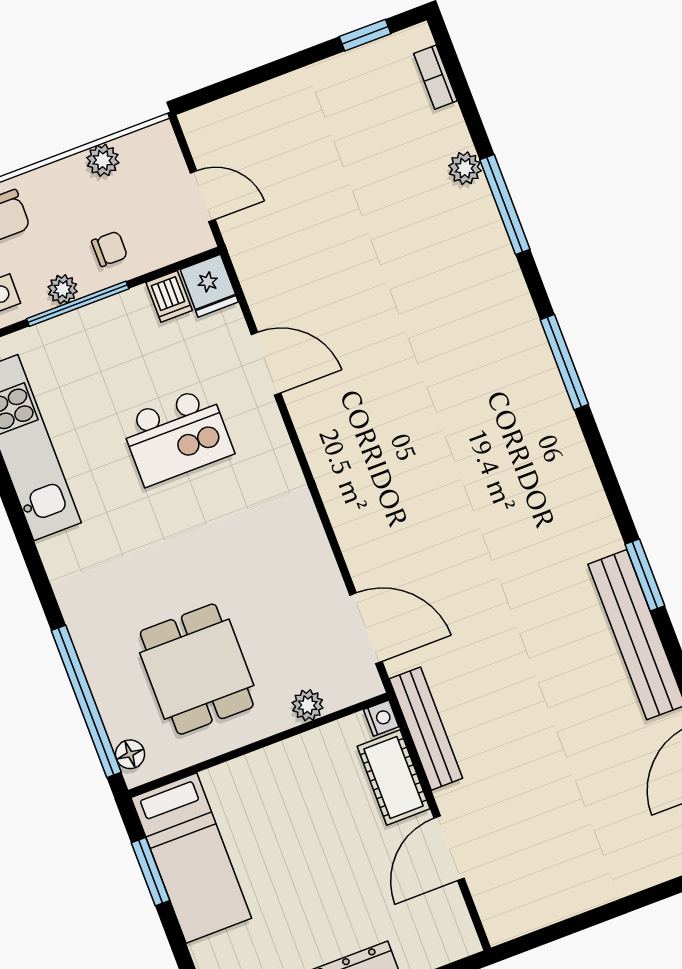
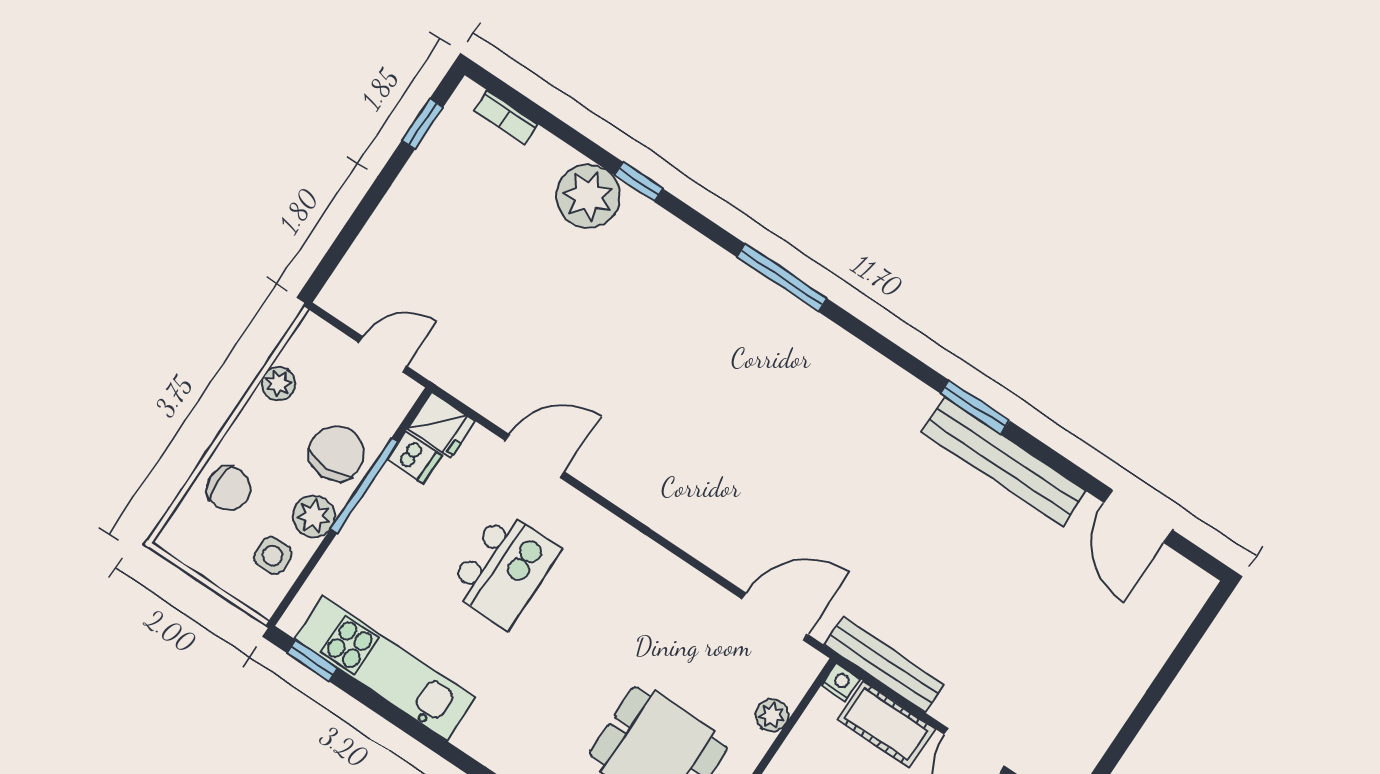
plant: (465, 168) -> (588, 196), width x1.88, depth x1.88
window: (505, 204) -> (639, 182), width x0.46
chair: (110, 249) -> (337, 453), width x1.87, depth x1.87
plant: (63, 289) -> (314, 516), width x1.38, depth x1.38
window: (78, 304) -> (364, 485), moved

